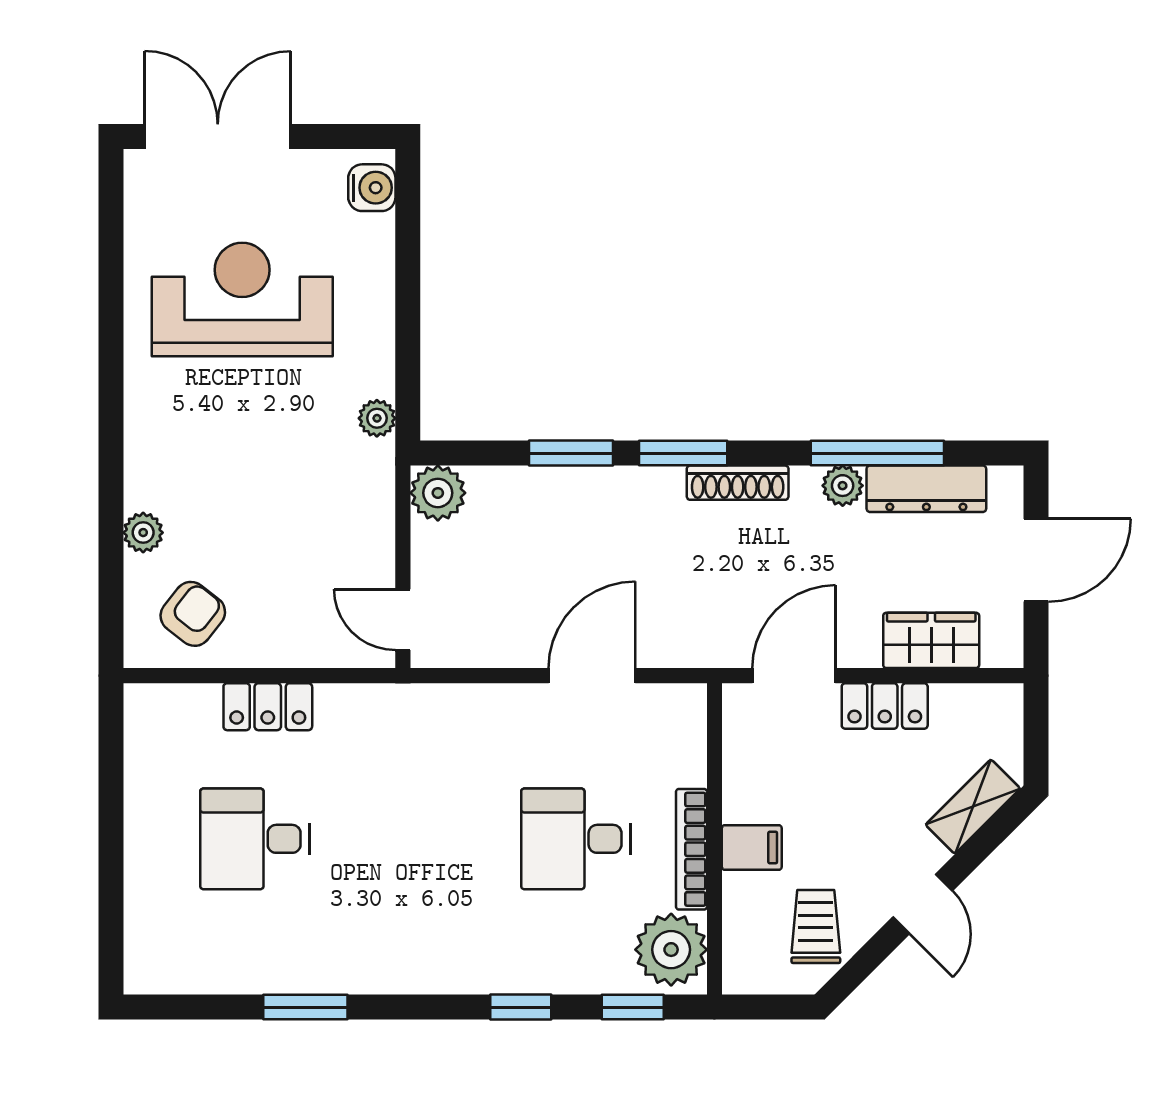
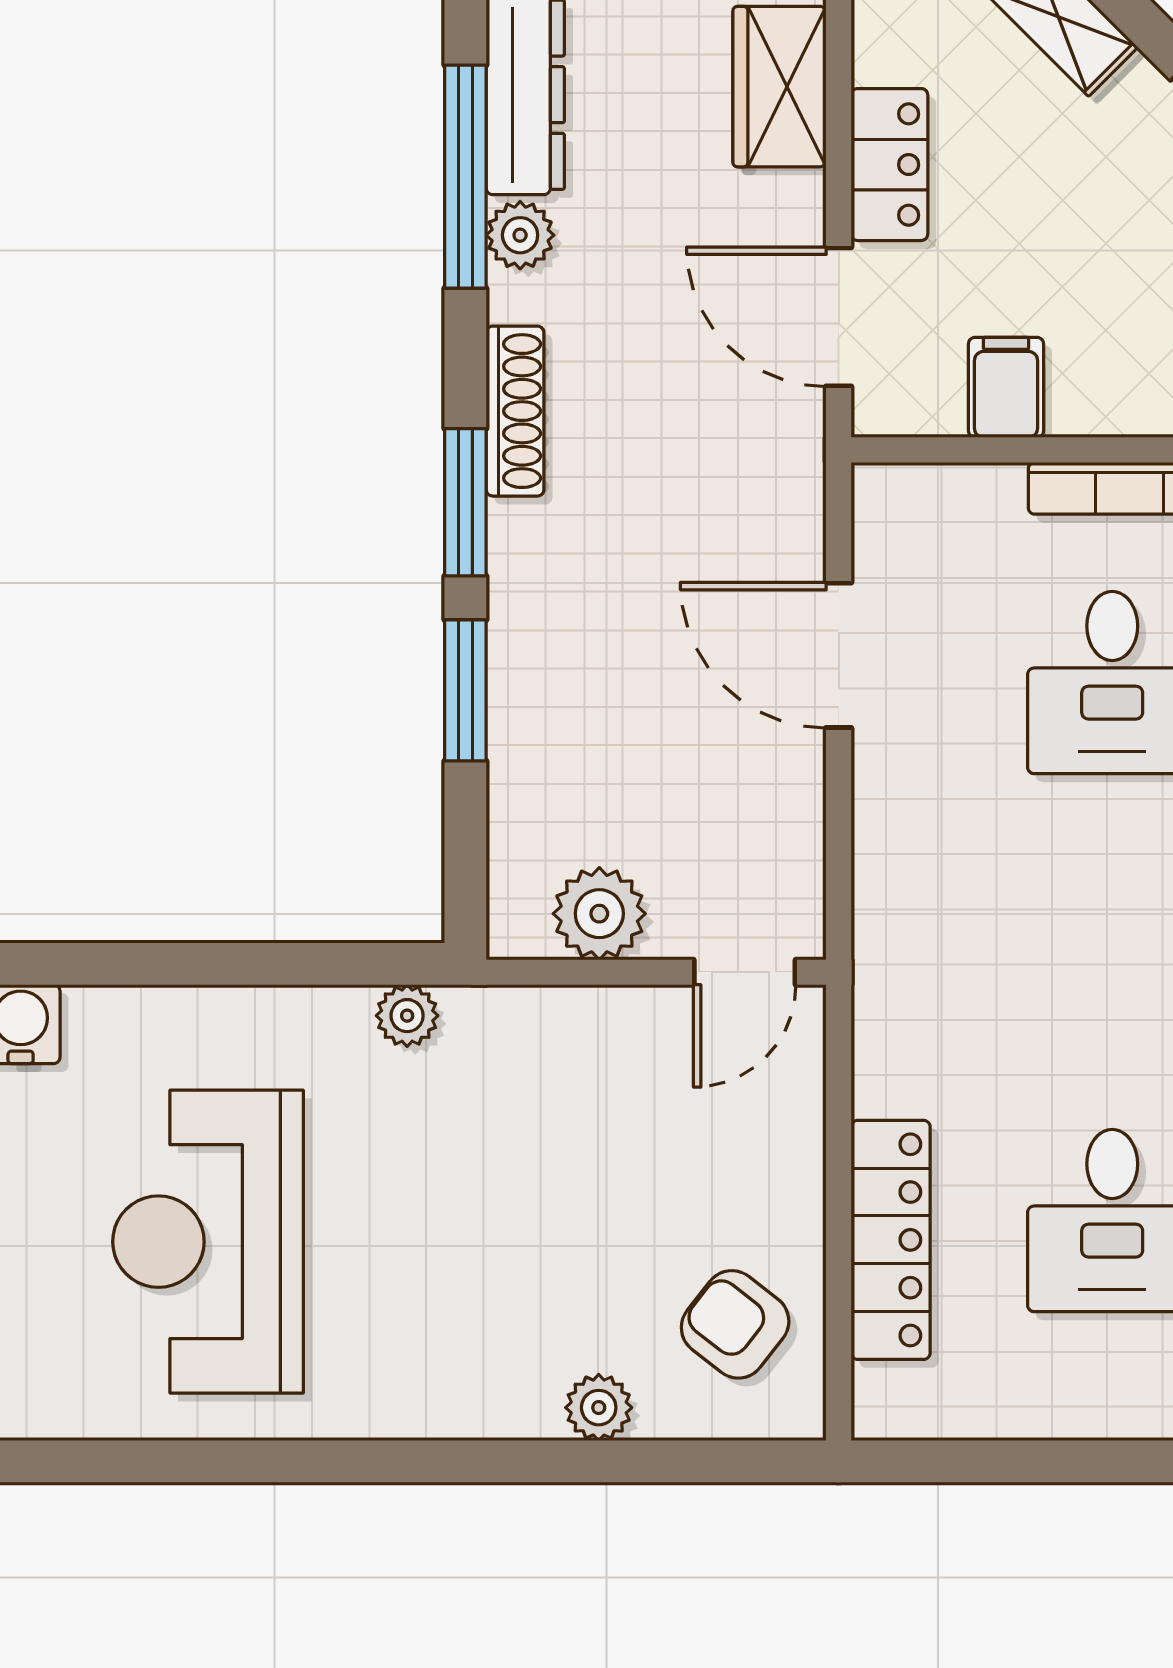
plant: (438, 493) -> (599, 914), moved
locker: (268, 707) -> (891, 1240), width x1.53
filing cabinet: (752, 848) -> (1006, 387), moved

